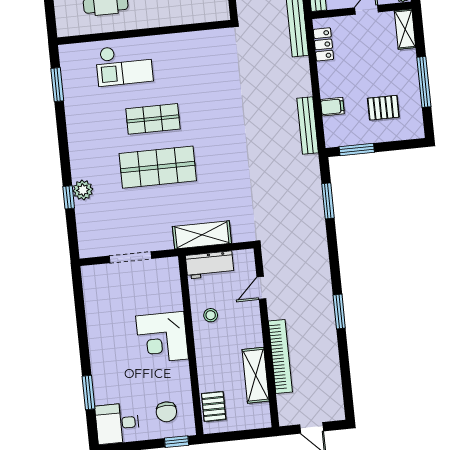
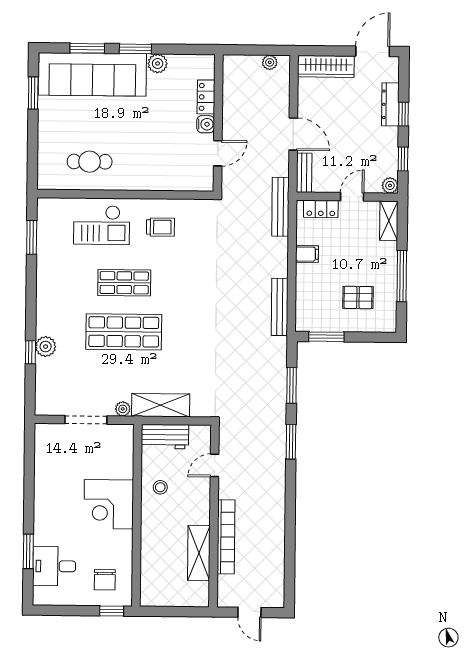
locker: (323, 44) -> (321, 209), moved, turned 90
trolley: (182, 60) -> (160, 227), added
filing cabinet: (332, 107) -> (307, 254), moved
plant: (165, 243) -> (123, 409), added
window: (339, 311) -> (291, 442), moved
pallet: (214, 406) -> (153, 580), removed
desk: (117, 423) -> (54, 566), moved

